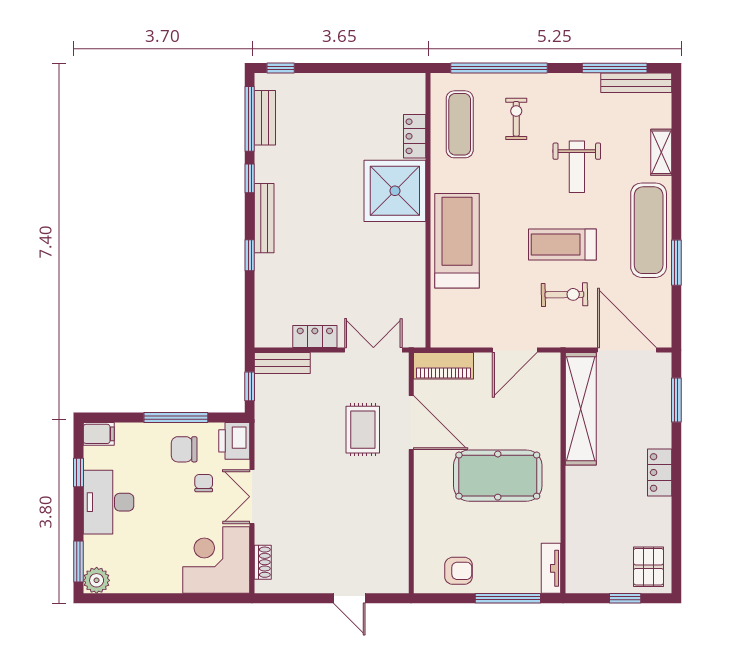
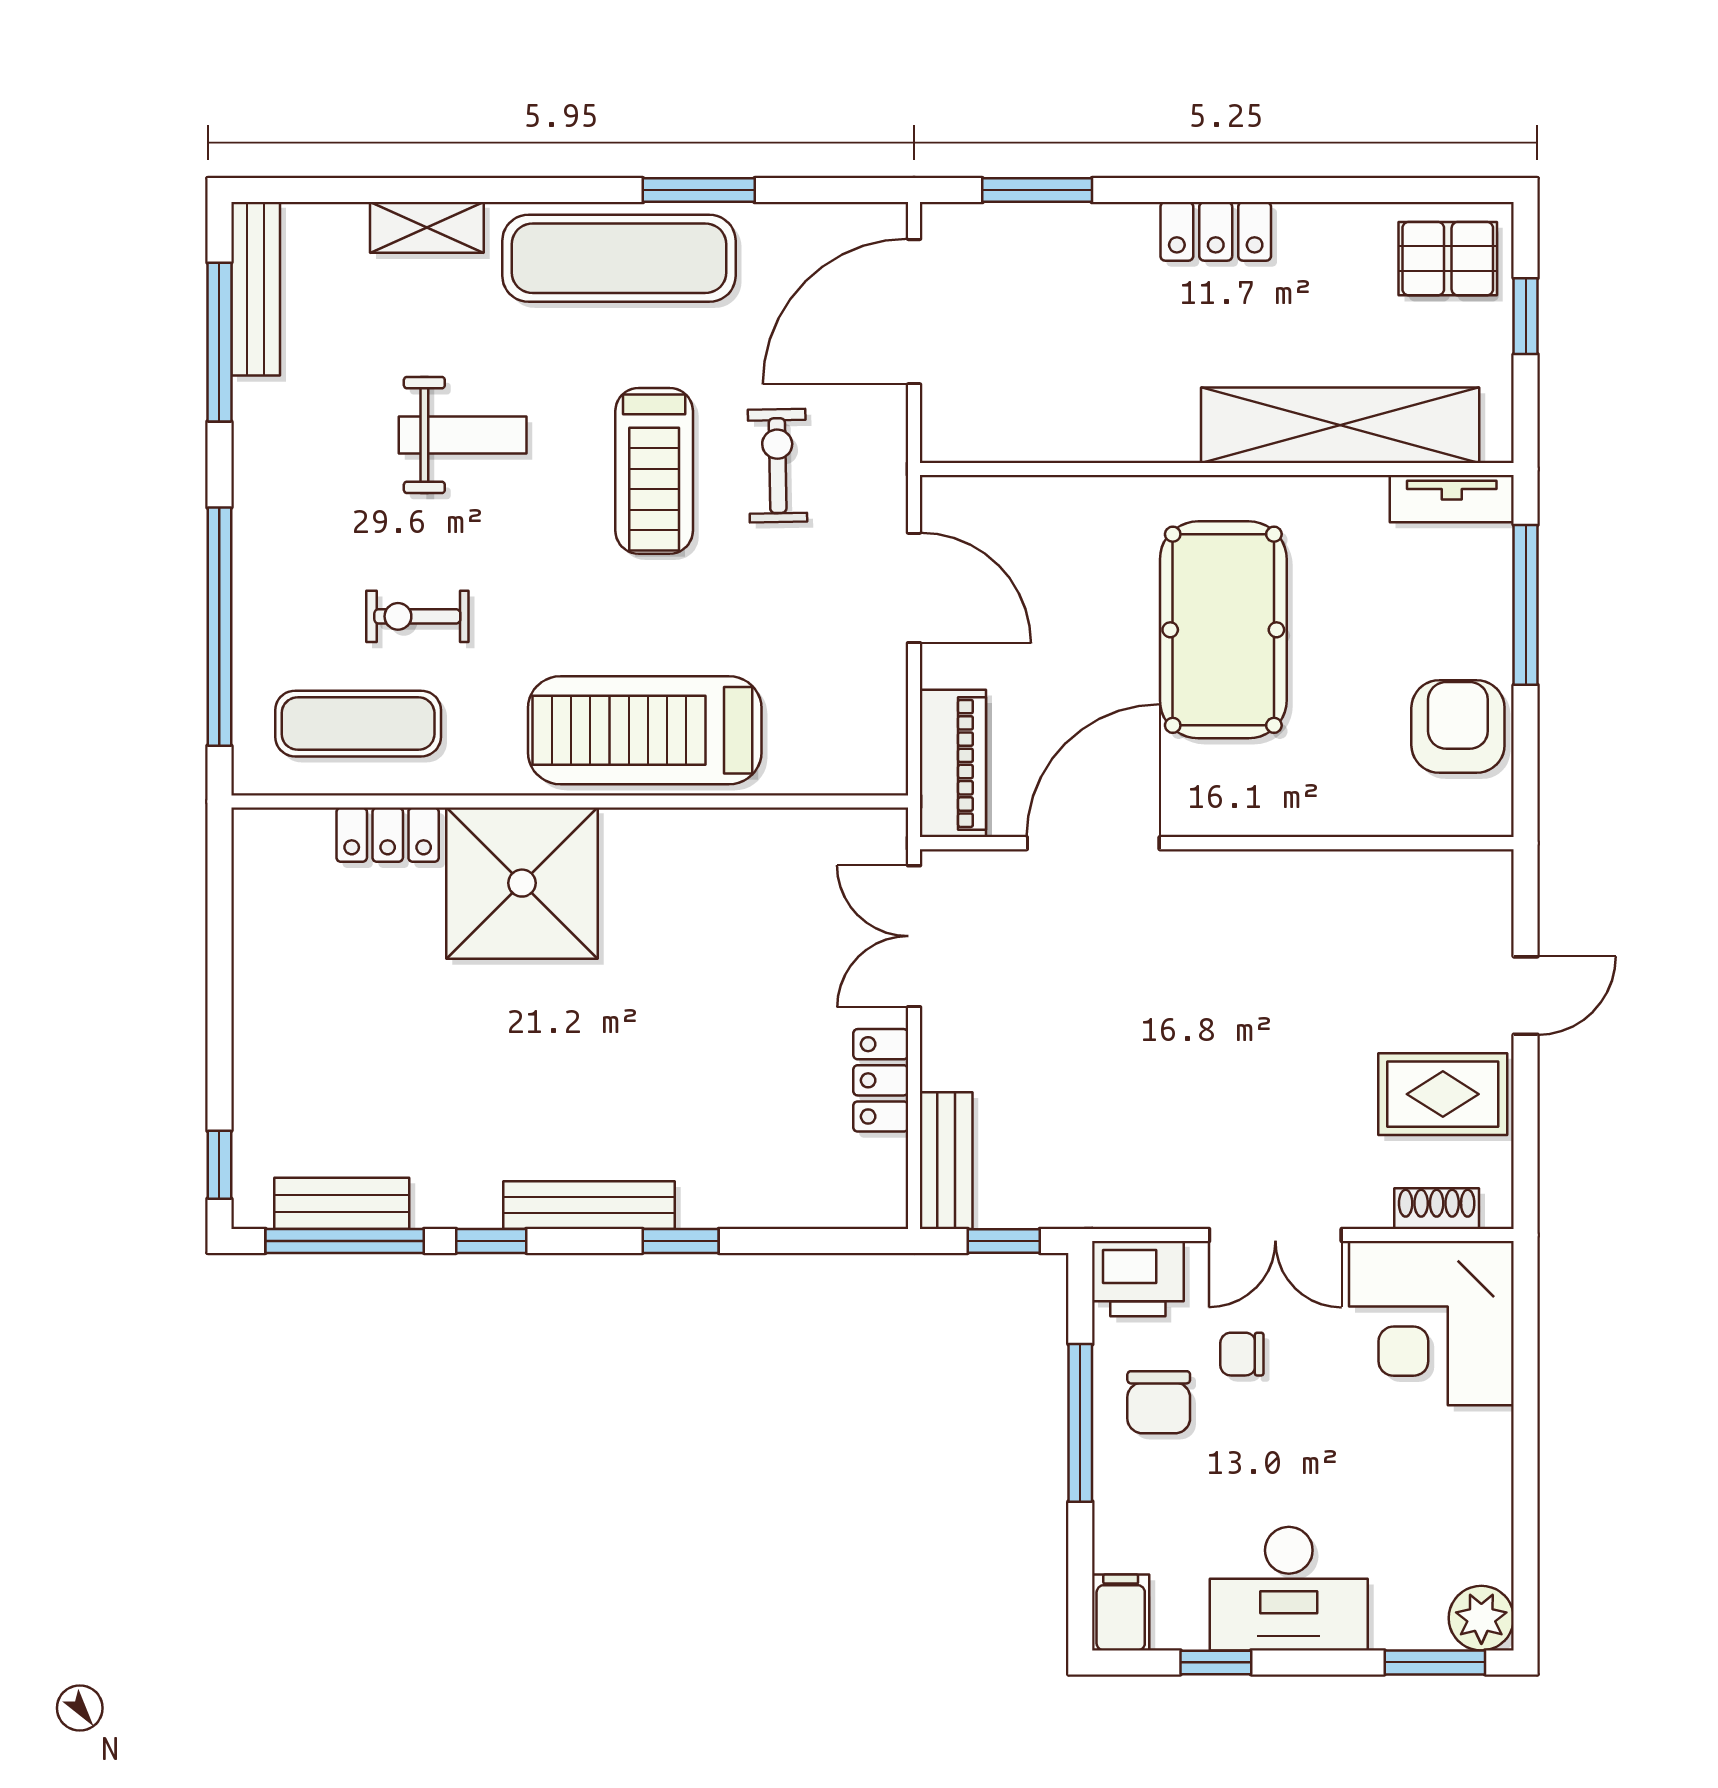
exercise bike: (516, 119) -> (417, 616), moved
shelving: (581, 409) -> (1340, 425), moved
rug: (363, 430) -> (1443, 1094), moved
armchair: (459, 571) -> (1458, 727), width x1.38, depth x1.38

